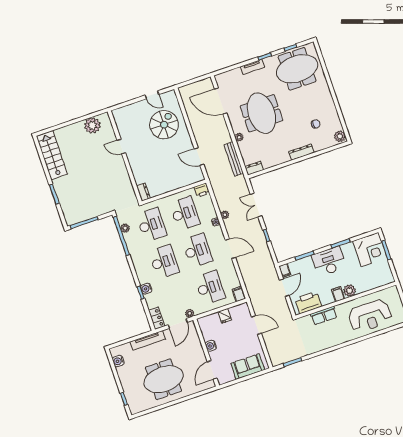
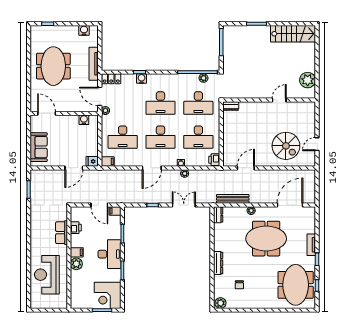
printer: (308, 302) -> (76, 228), width x0.53, depth x0.68
fridge: (225, 316) -> (92, 161), moved
water cooler: (211, 346) -> (84, 120), moved

